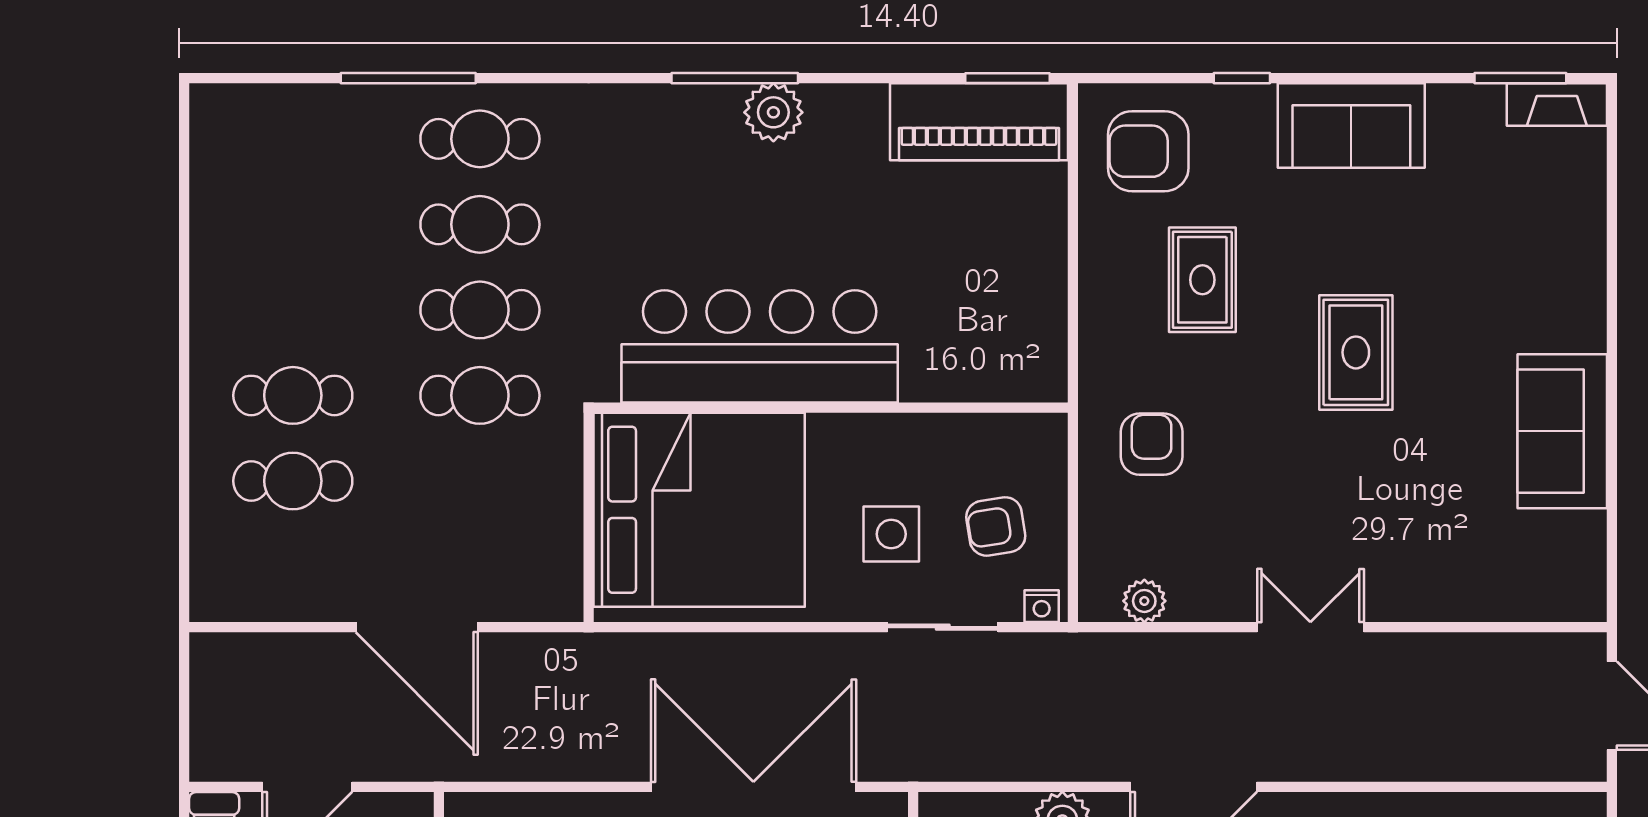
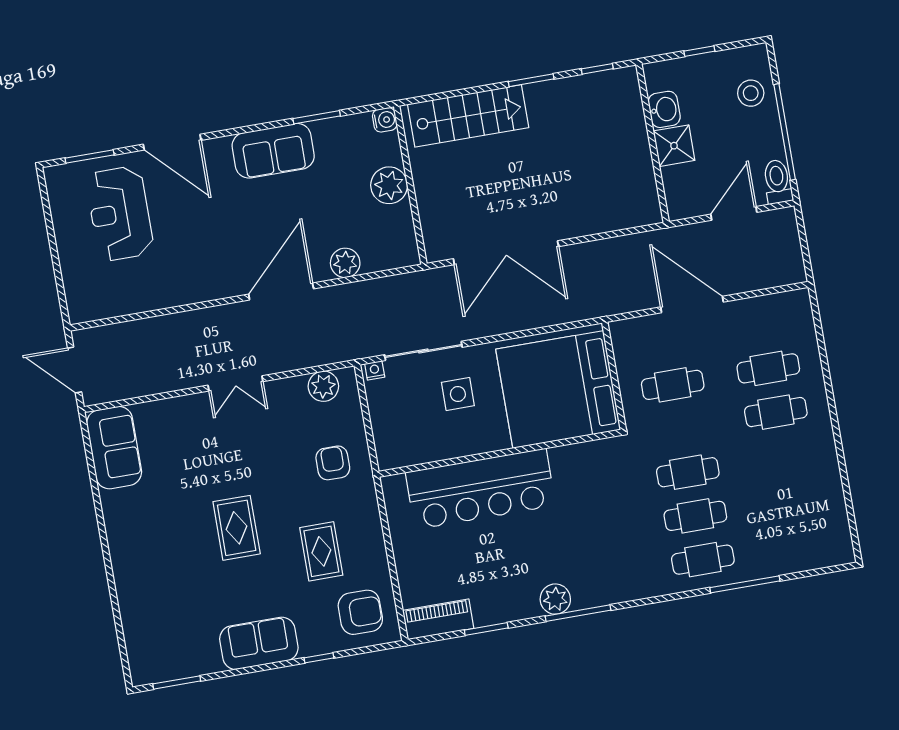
window: (1008, 78) -> (486, 629), moved
fireplace: (1557, 104) -> (156, 672), removed
piano: (979, 122) -> (438, 619), width x0.73, depth x0.75
bar counter: (760, 346) -> (481, 489), moved
cafe table: (480, 395) -> (673, 385), moved
sofa: (1562, 431) -> (114, 448), moved
armchair: (1152, 444) -> (333, 463), turned 180
armchair: (996, 526) -> (405, 407), removed
plant: (1144, 601) -> (323, 386), width x1.38, depth x1.38
sliding door: (943, 627) -> (423, 351), width x1.37

